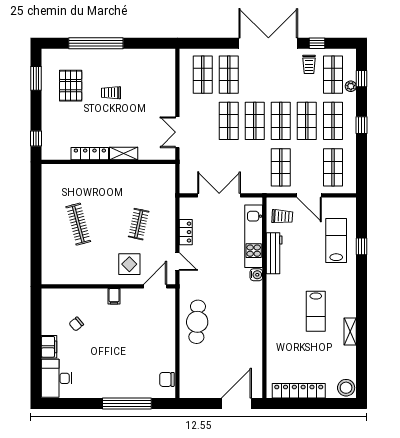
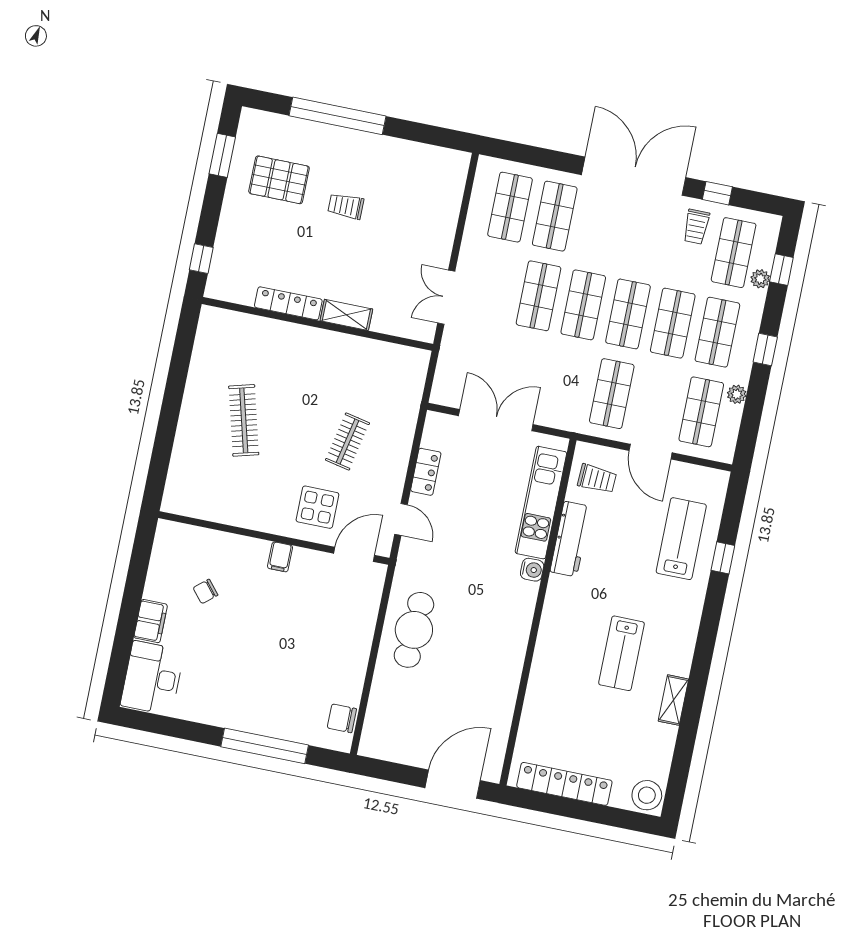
pallet: (71, 86) -> (279, 180), turned 90
plant: (351, 153) -> (737, 394), added

